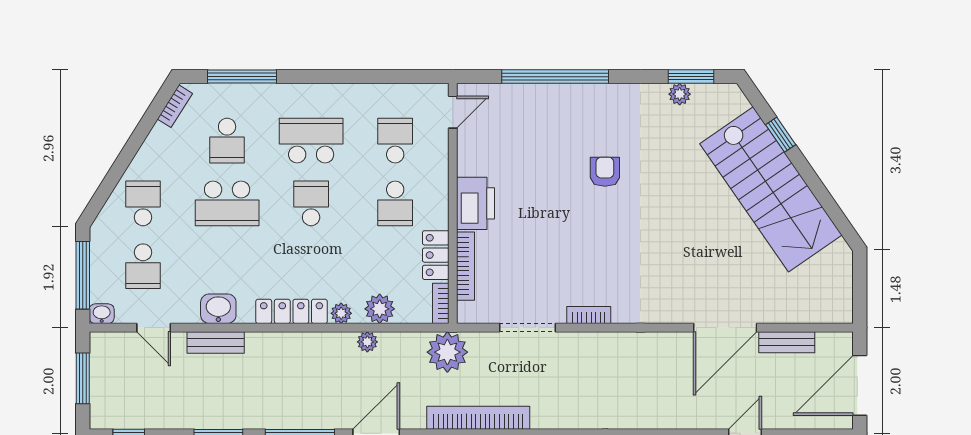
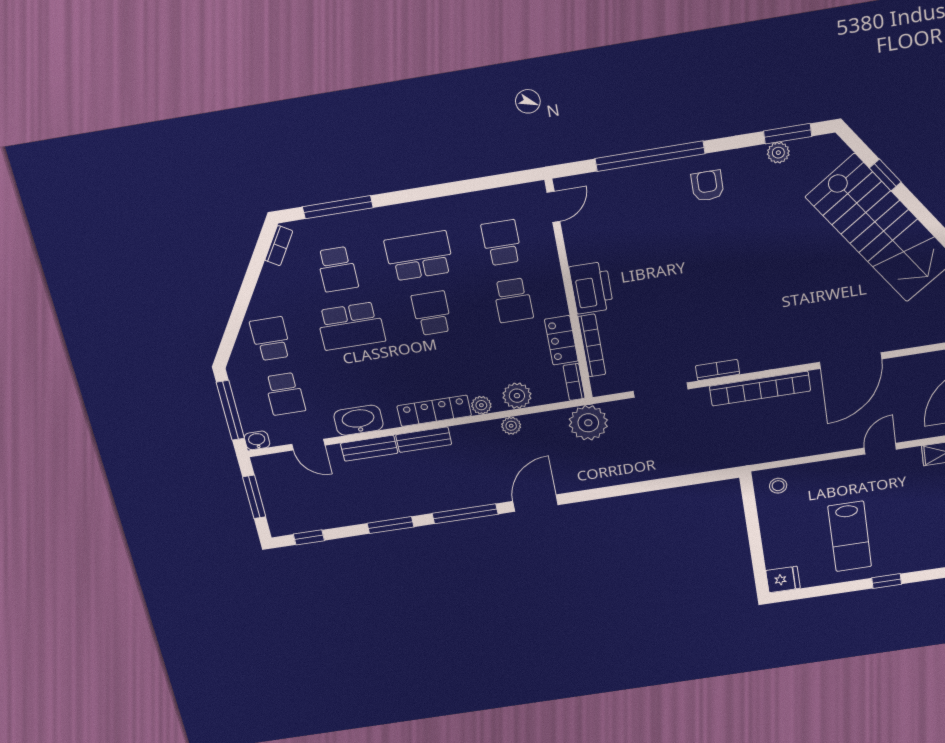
armchair: (605, 172) -> (707, 186), moved
washbasin: (218, 309) -> (358, 420), width x1.38
bench: (787, 342) -> (424, 440), moved
bookcase: (478, 418) -> (760, 389), moved, turned 180

